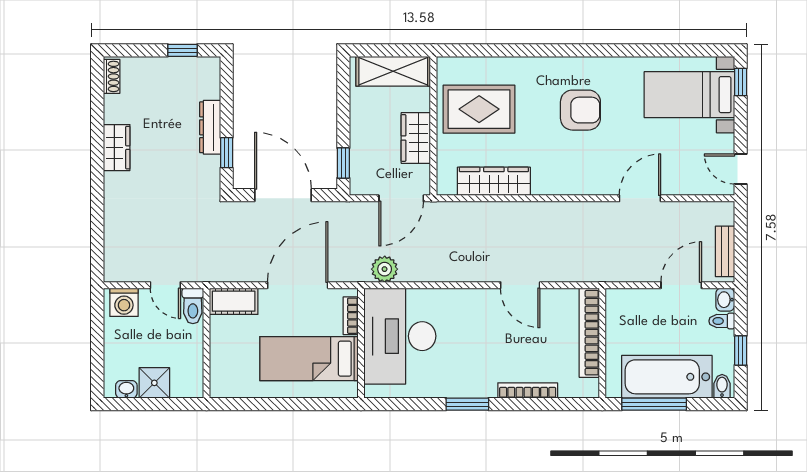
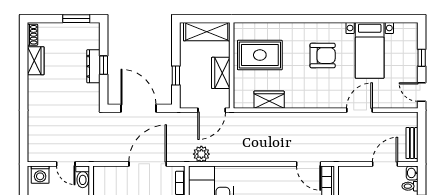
window: (183, 50) -> (76, 19), width x1.50
window: (741, 82) -> (422, 58), moved
bed with nightstands: (689, 95) -> (370, 50), moved, turned -90
wardrobe: (117, 148) -> (36, 61), moved
window: (227, 153) -> (104, 65), moved
window: (343, 163) -> (176, 76), moved
wardrobe: (494, 181) -> (269, 100), width x0.67
door: (520, 285) -> (309, 164), moved
cot: (234, 301) -> (108, 174), removed

